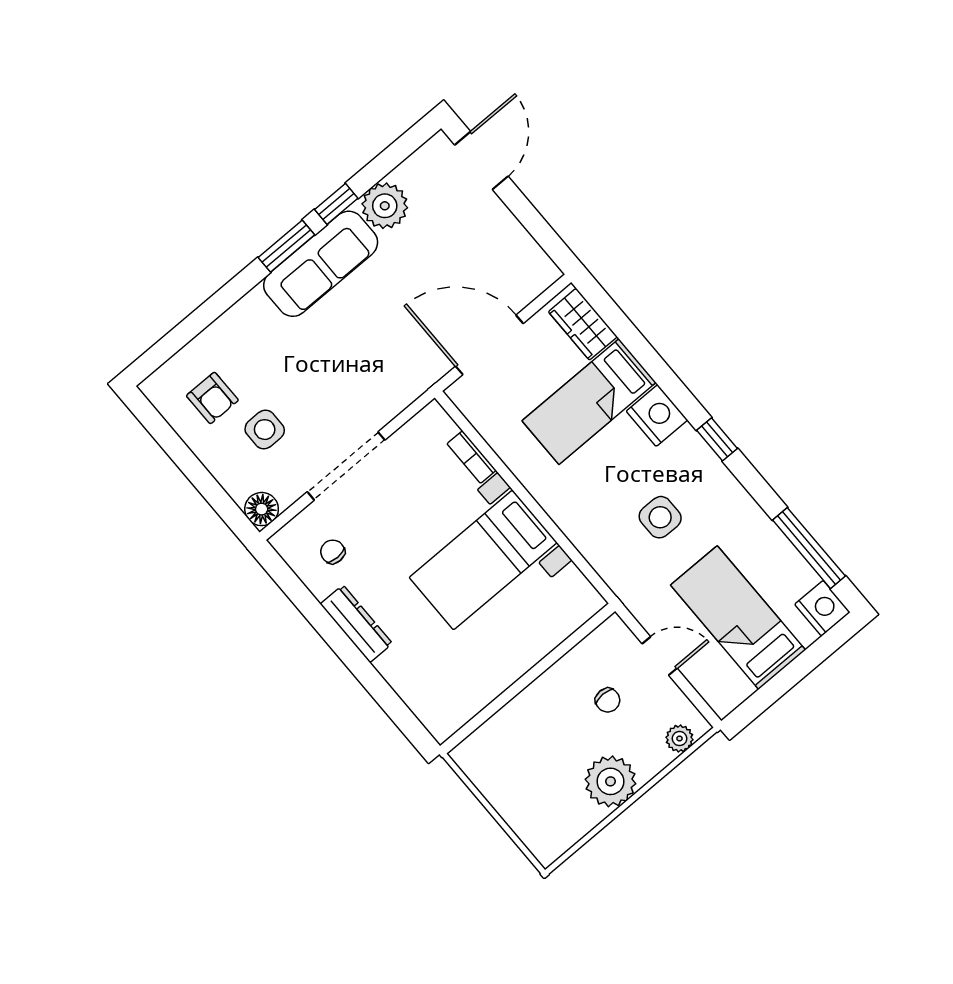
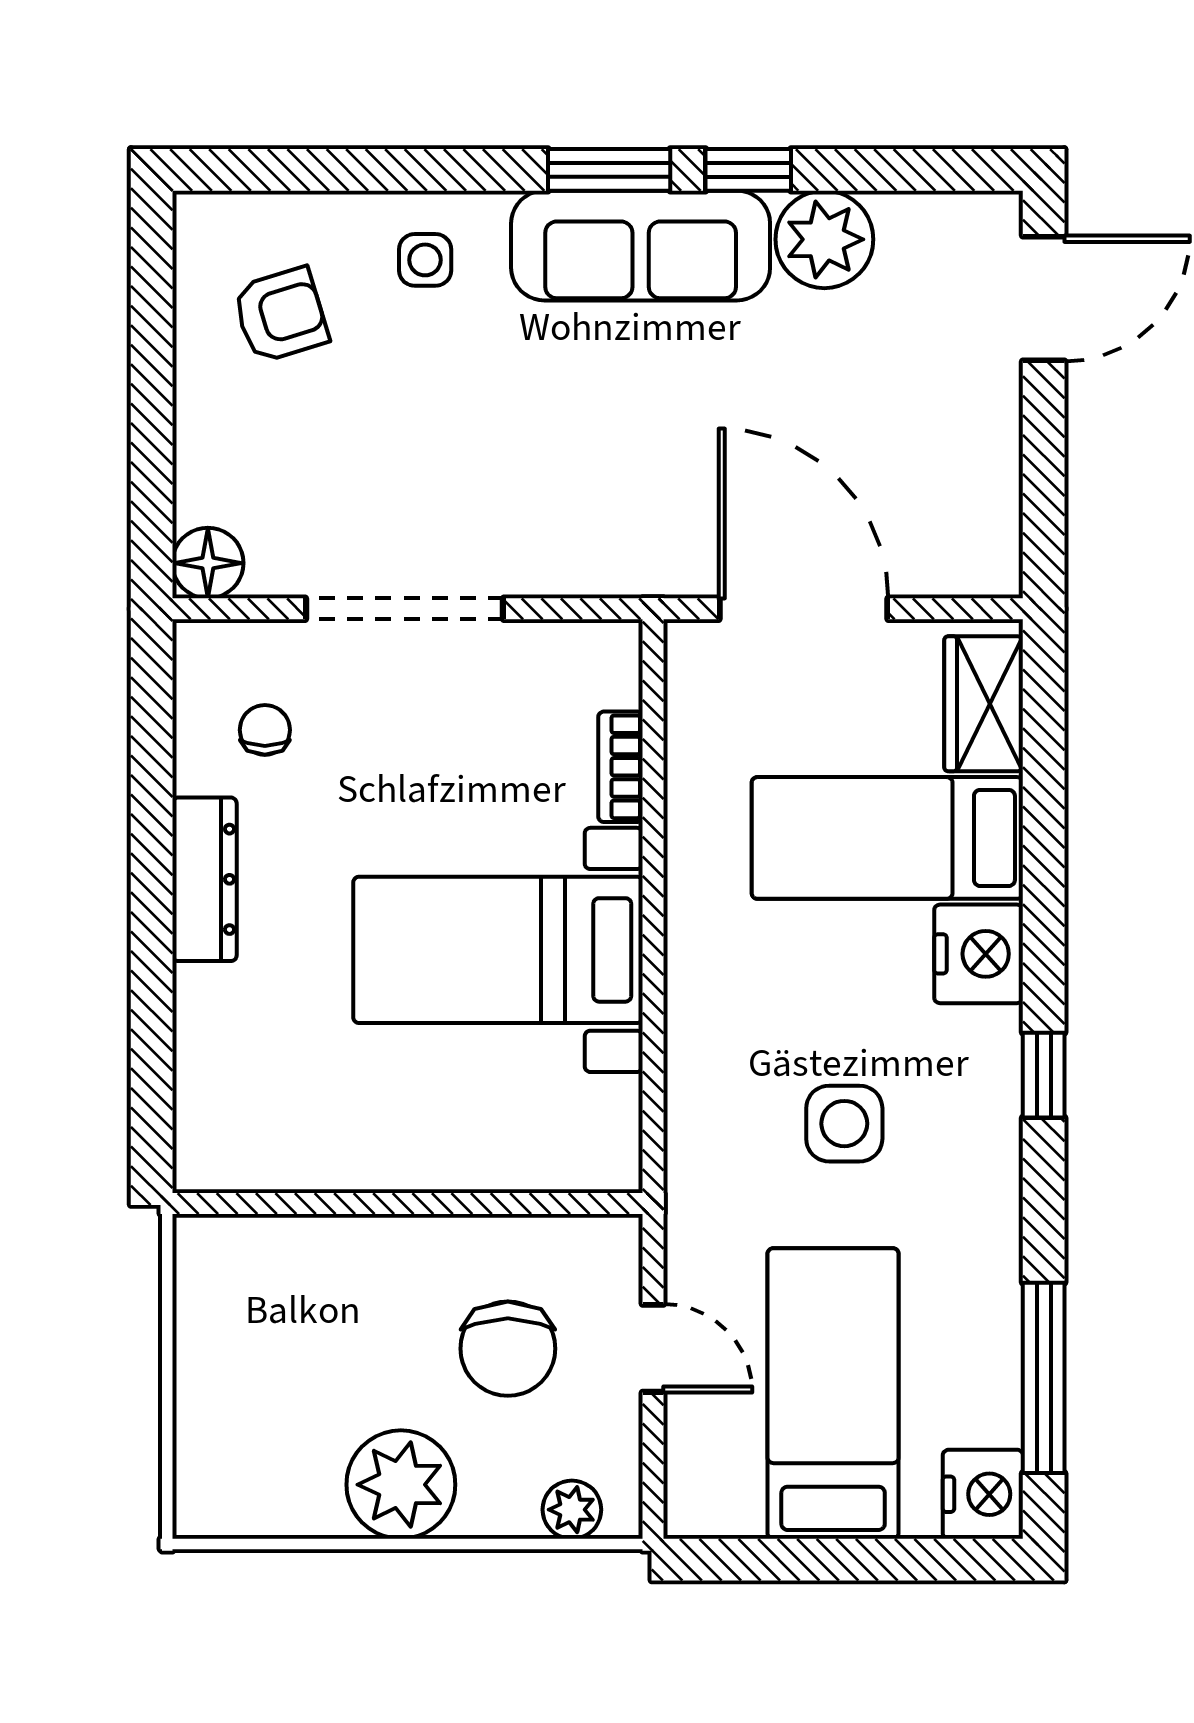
armchair: (212, 398) -> (281, 315), turned -107
side table: (265, 430) -> (425, 260), moved, width x0.73, depth x0.73
chair: (608, 700) -> (508, 1349), width x1.87, depth x1.87

